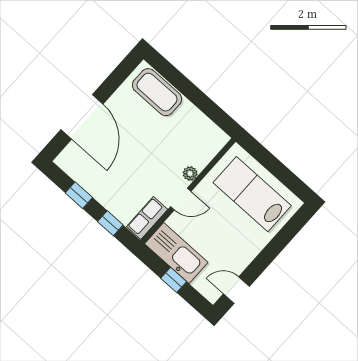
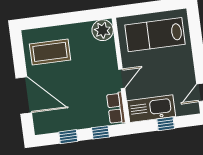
coffee table: (157, 92) -> (50, 52), moved
plant: (190, 173) -> (103, 30), moved, width x1.88, depth x1.88

